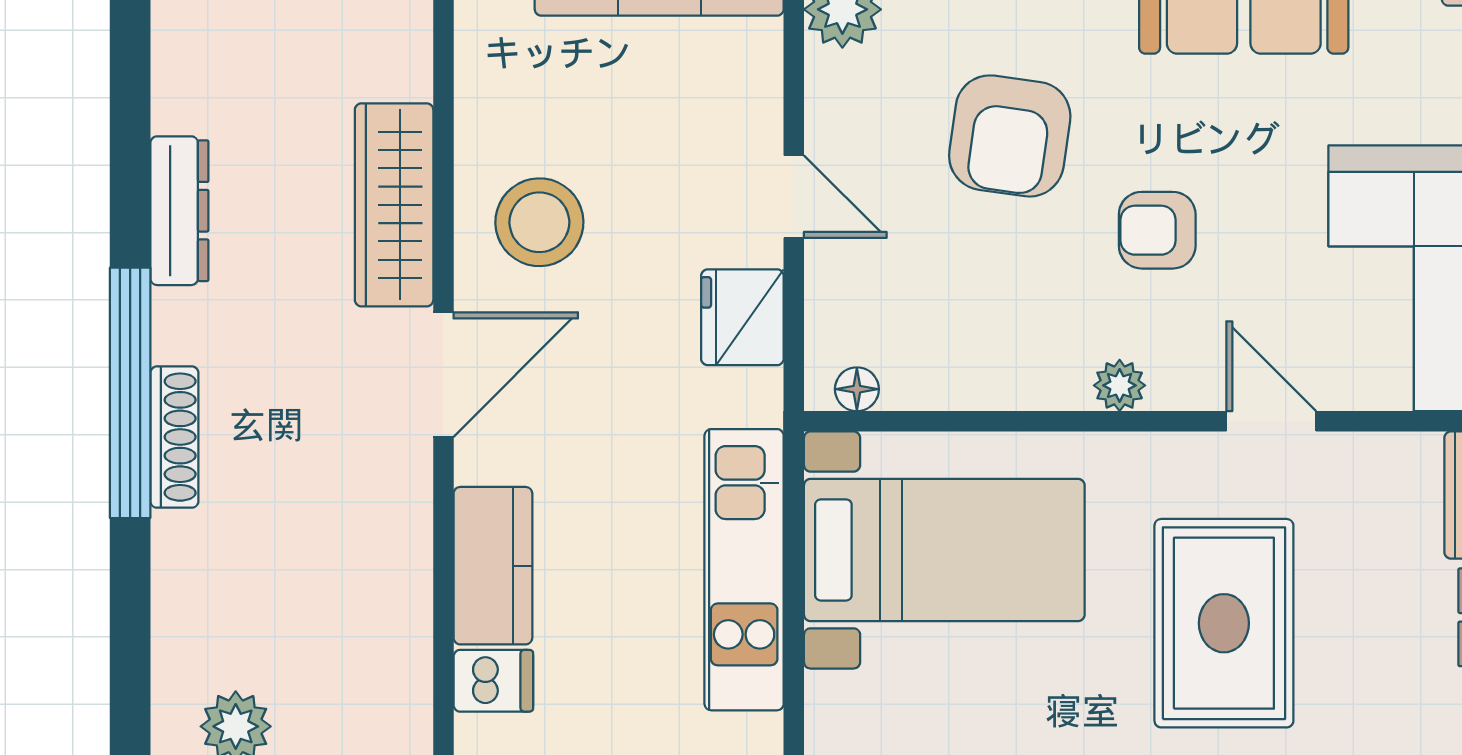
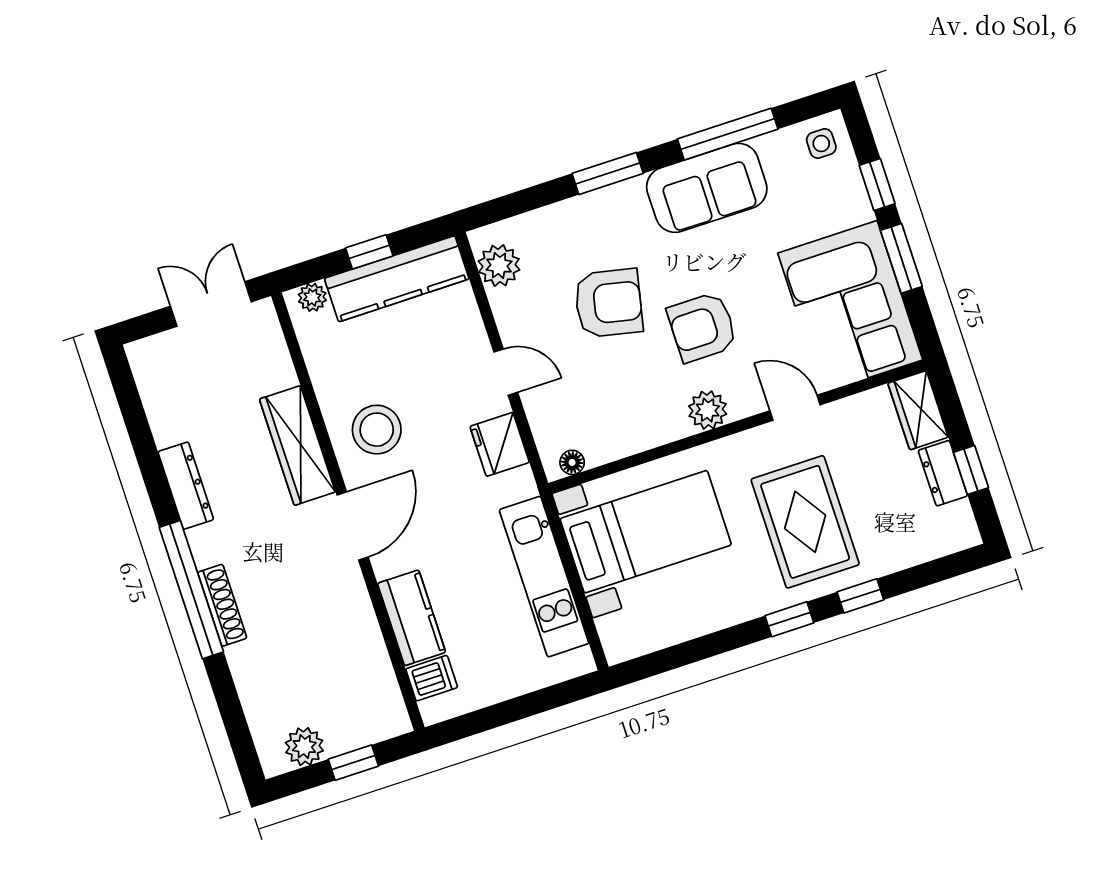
armchair: (1010, 136) -> (609, 303), turned -86
armchair: (1157, 230) -> (702, 327), width x1.38, depth x1.38
plant: (1120, 385) -> (708, 410), width x1.38, depth x1.38

